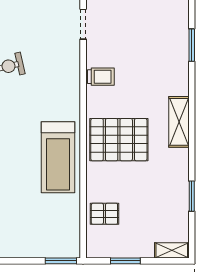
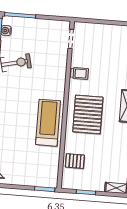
pallet: (119, 140) -> (88, 114), turned 90
treadmill: (58, 157) -> (48, 123), turned 180

